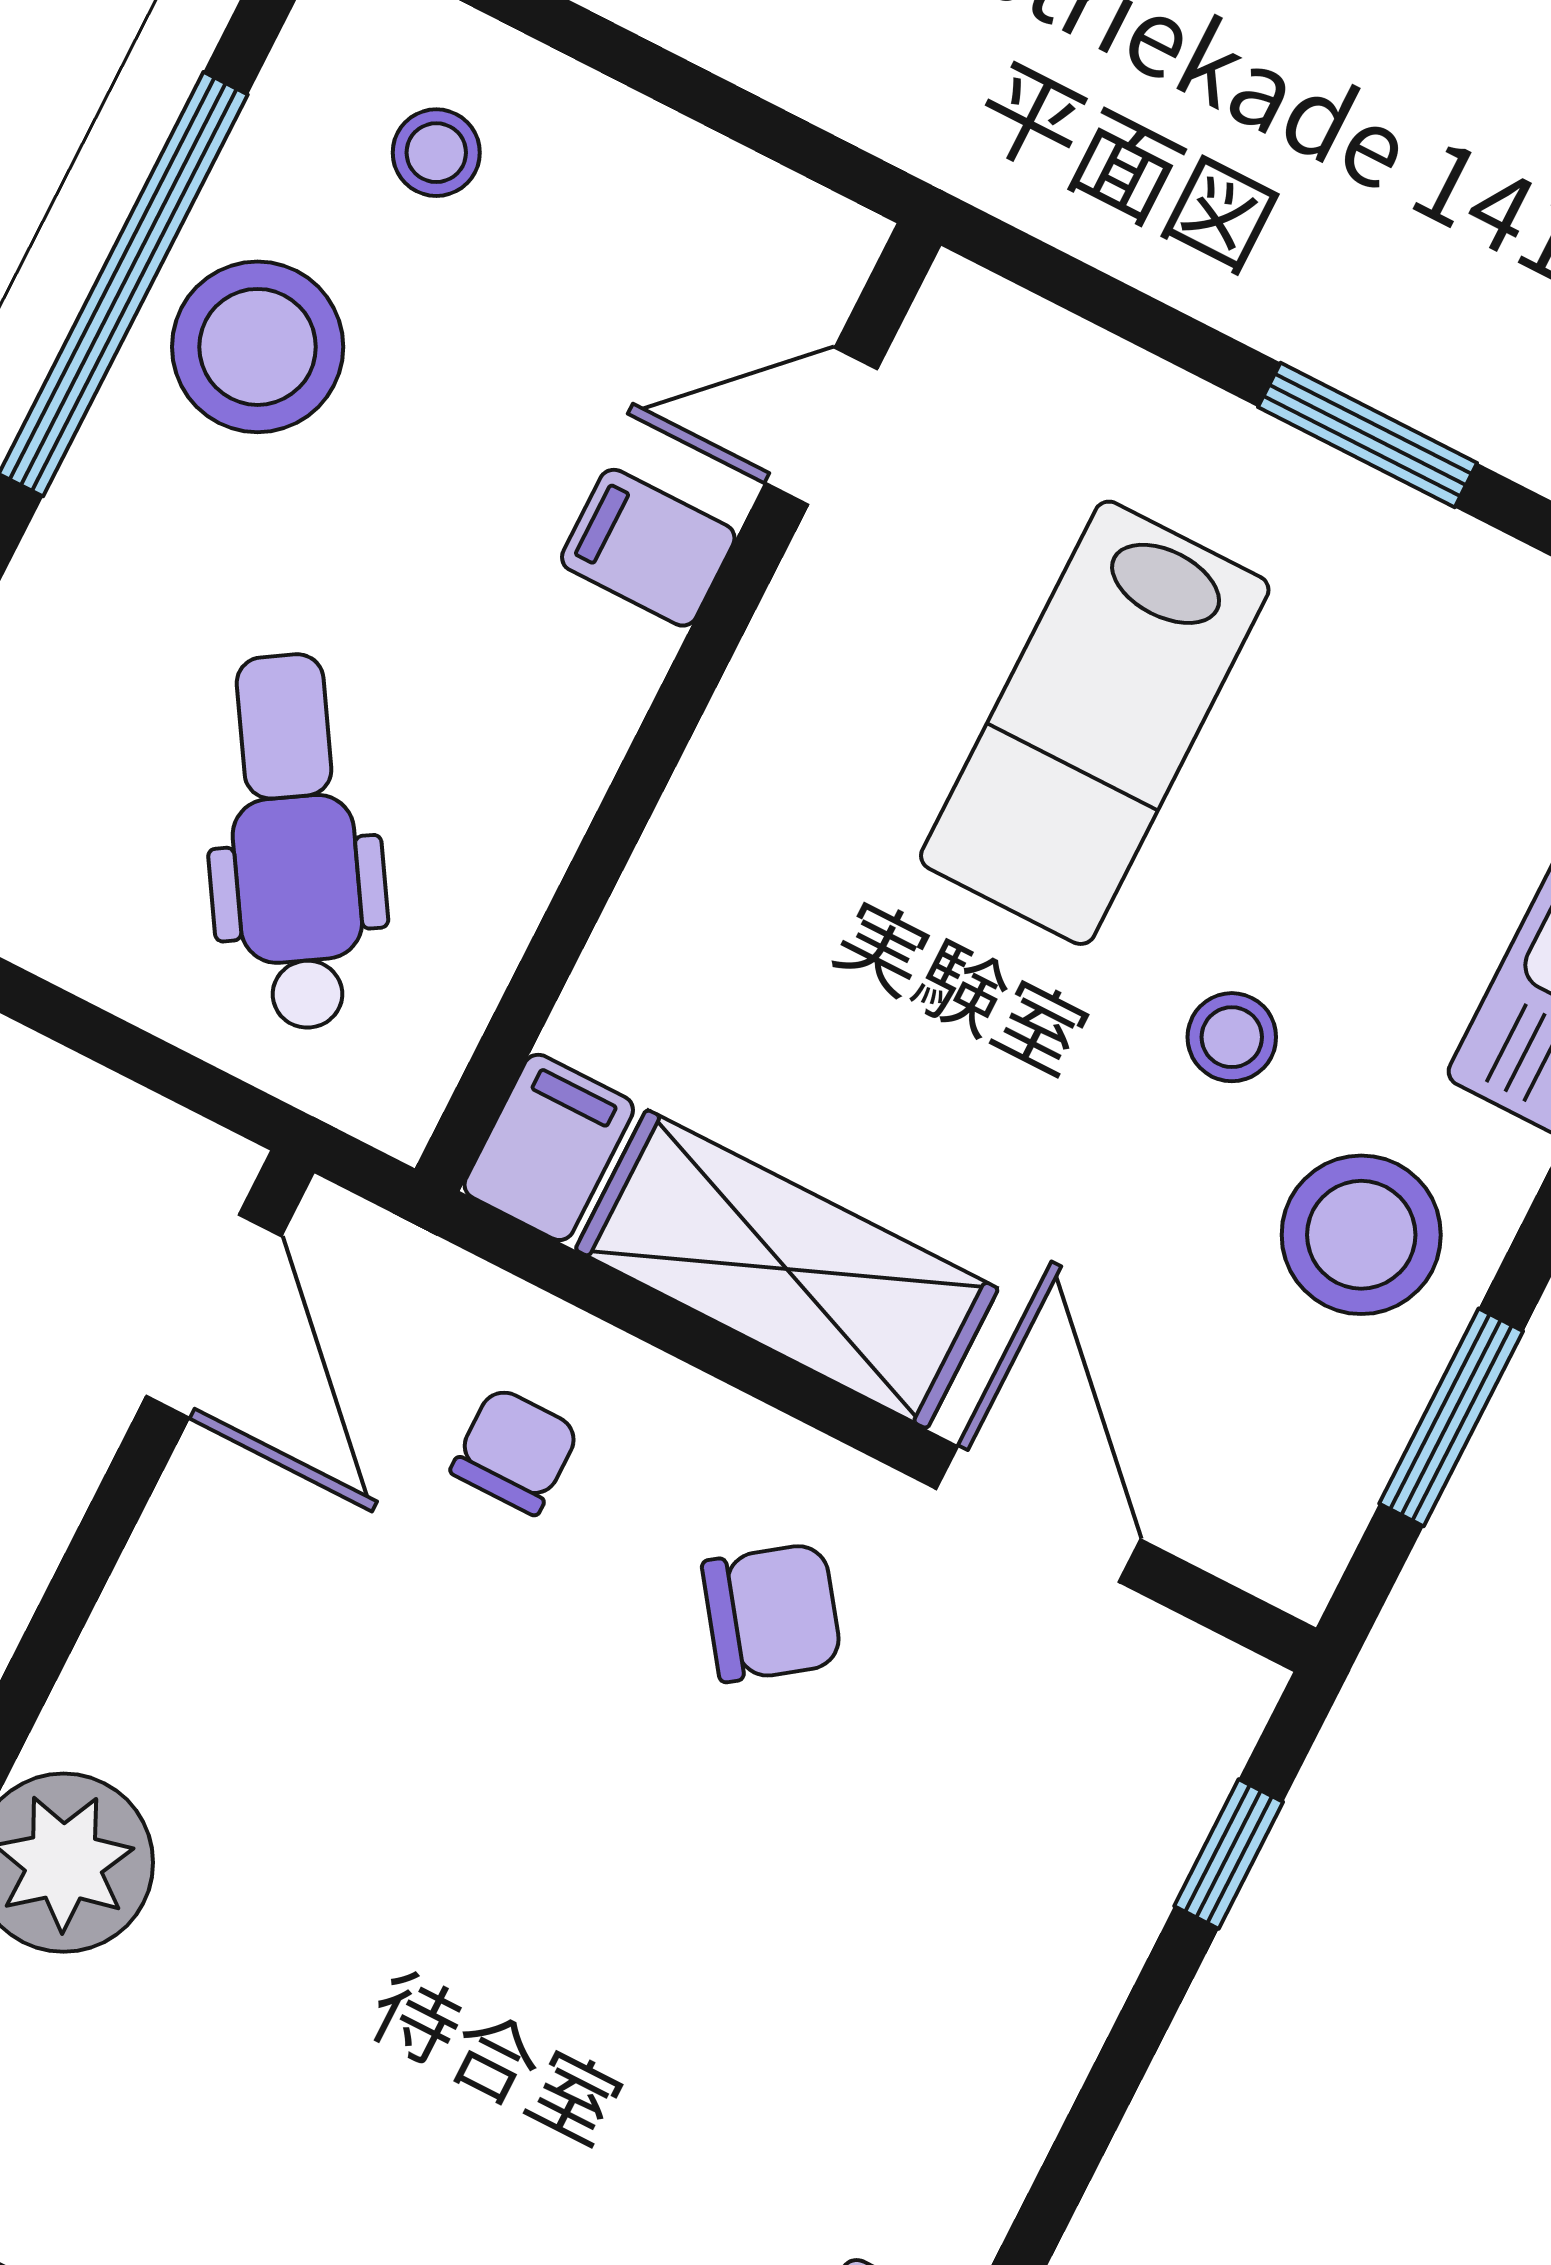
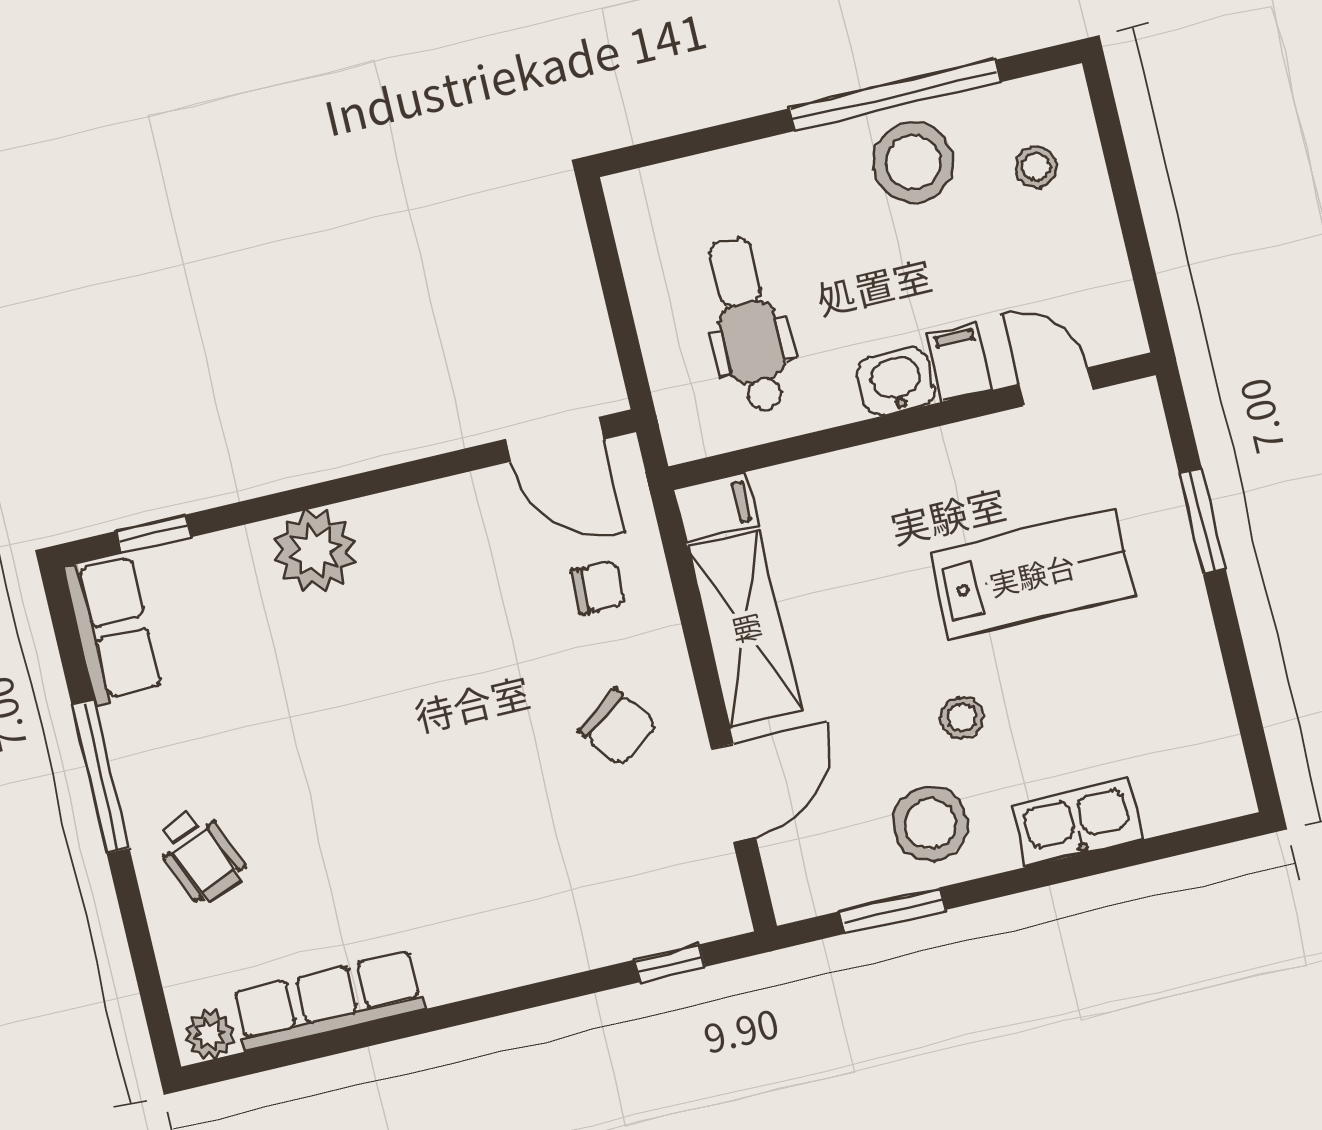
window: (1368, 435) -> (1202, 521), moved
washbasin: (592, 678) -> (896, 381), added
lab bench: (1095, 723) -> (1032, 574), turned 180
dental chair: (294, 842) -> (748, 325), turned -58
door: (214, 1316) -> (555, 439), hinge flipped

